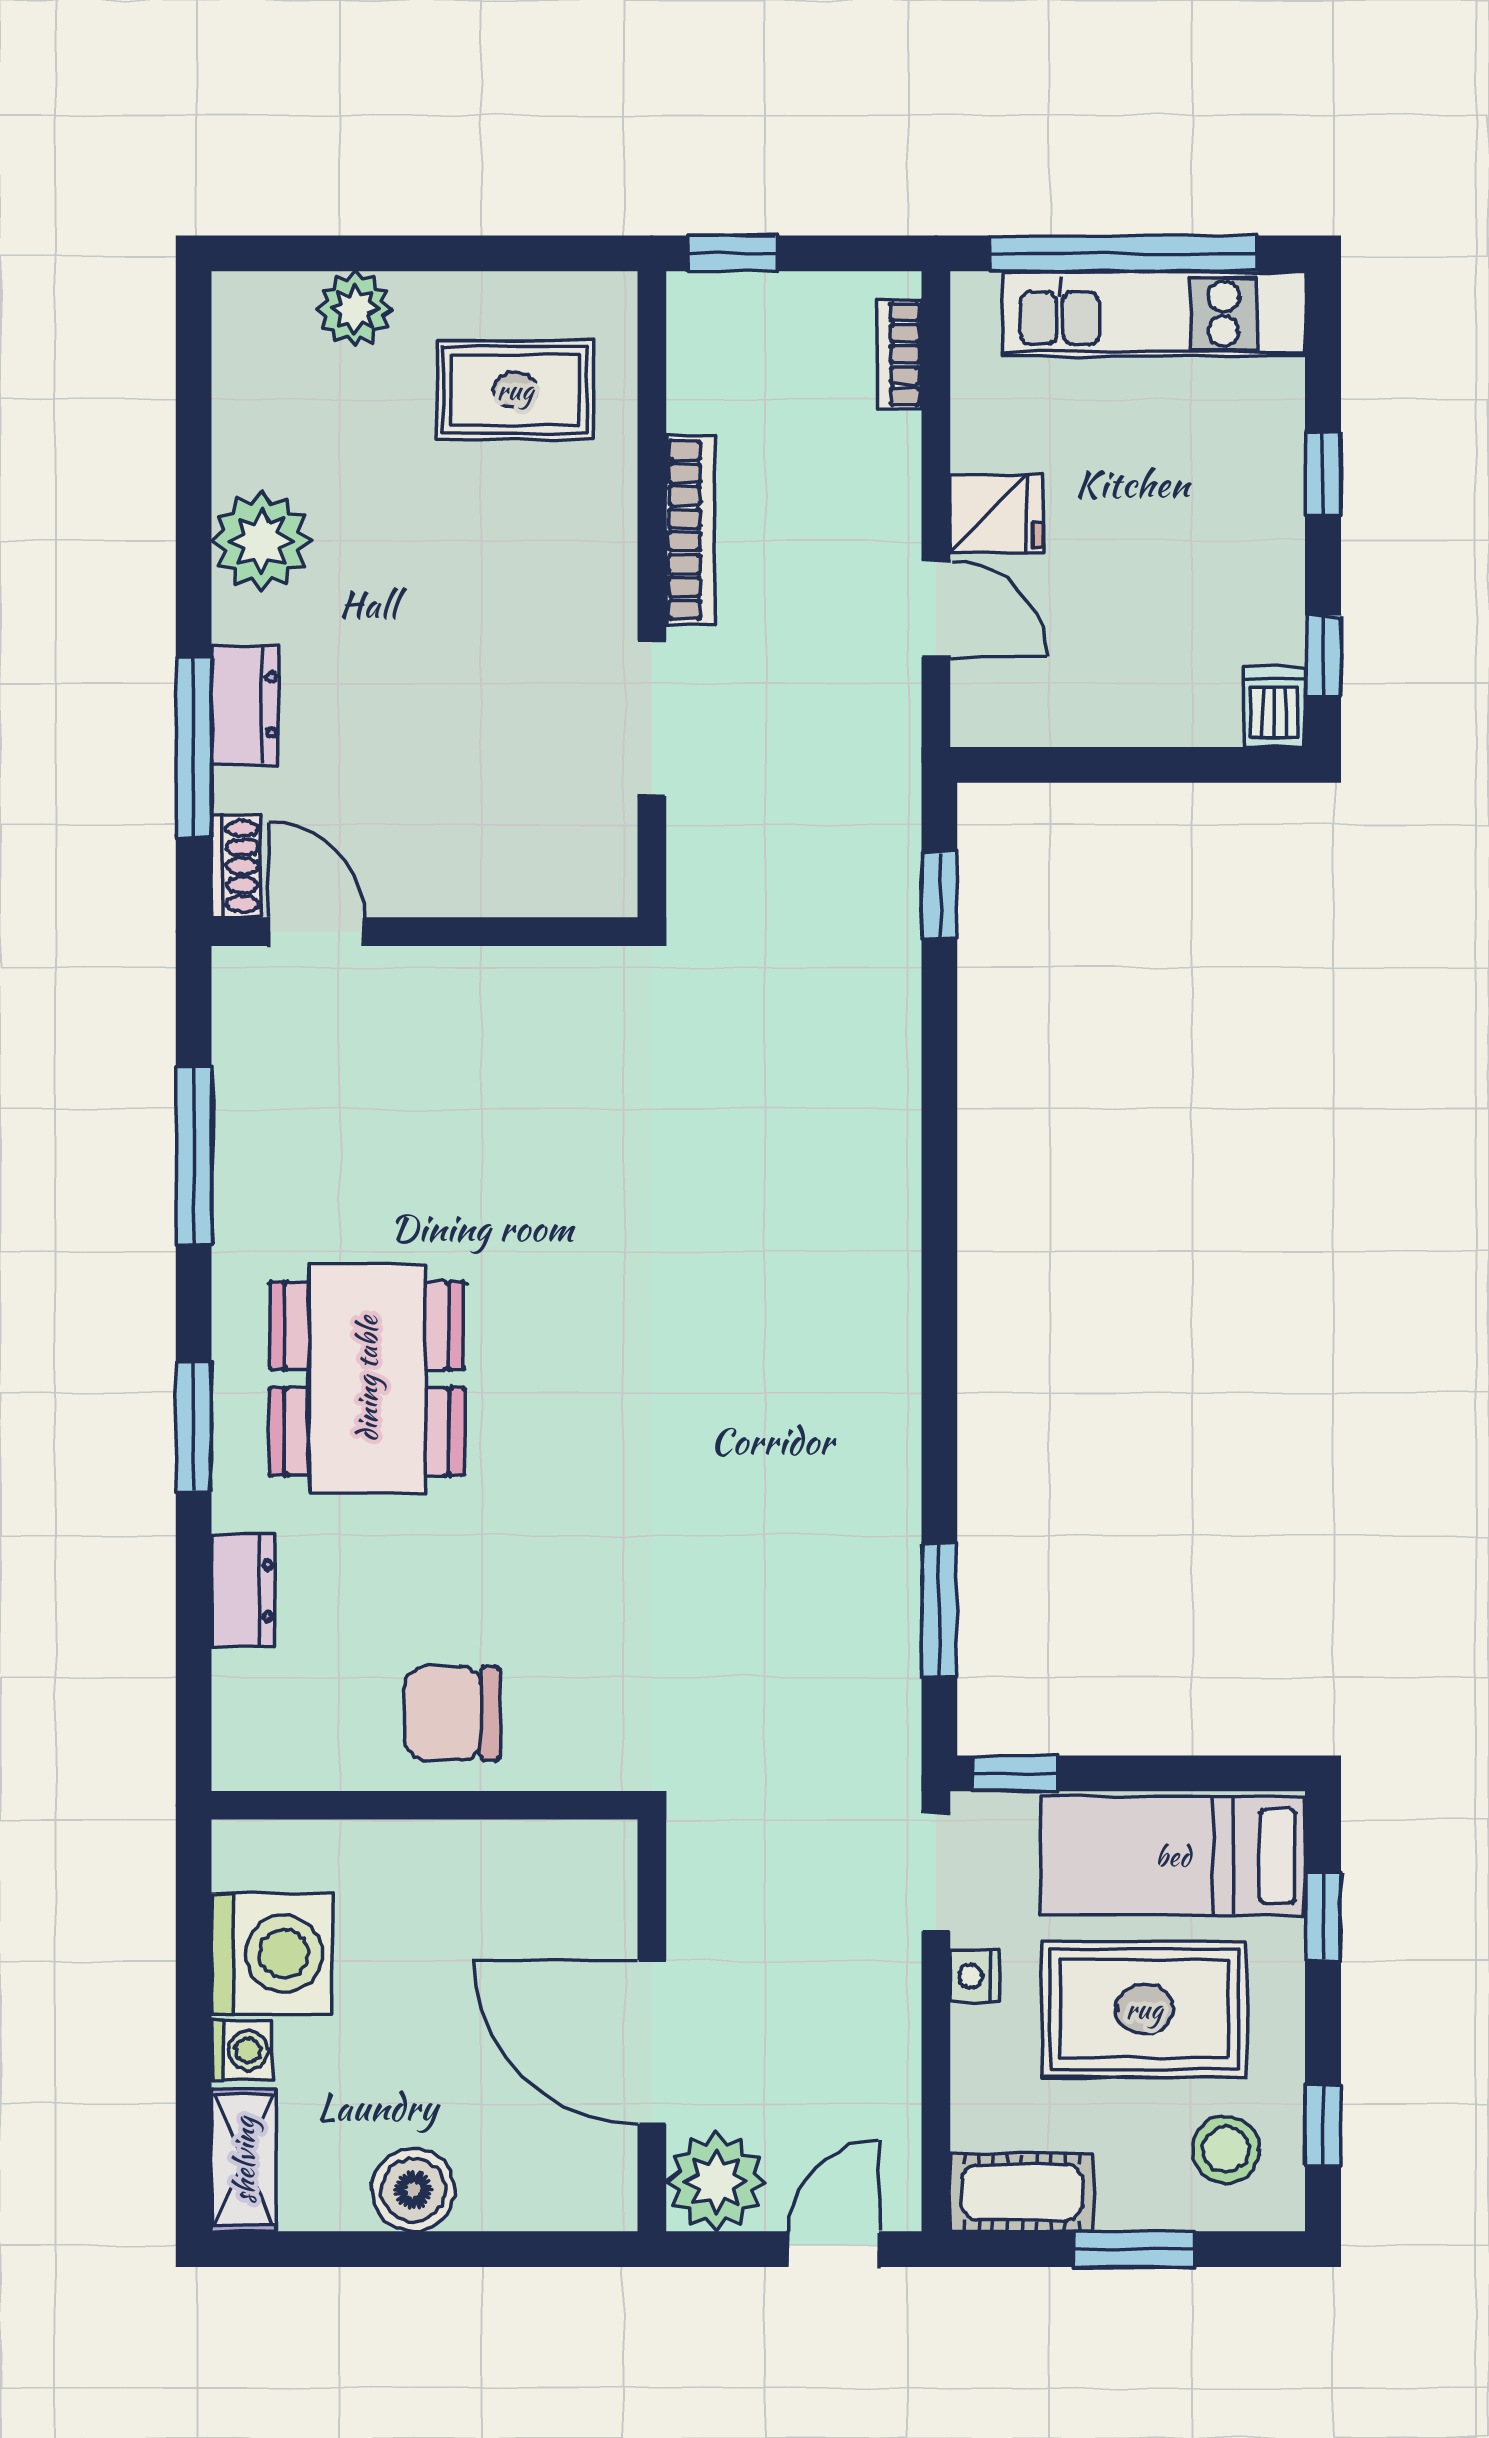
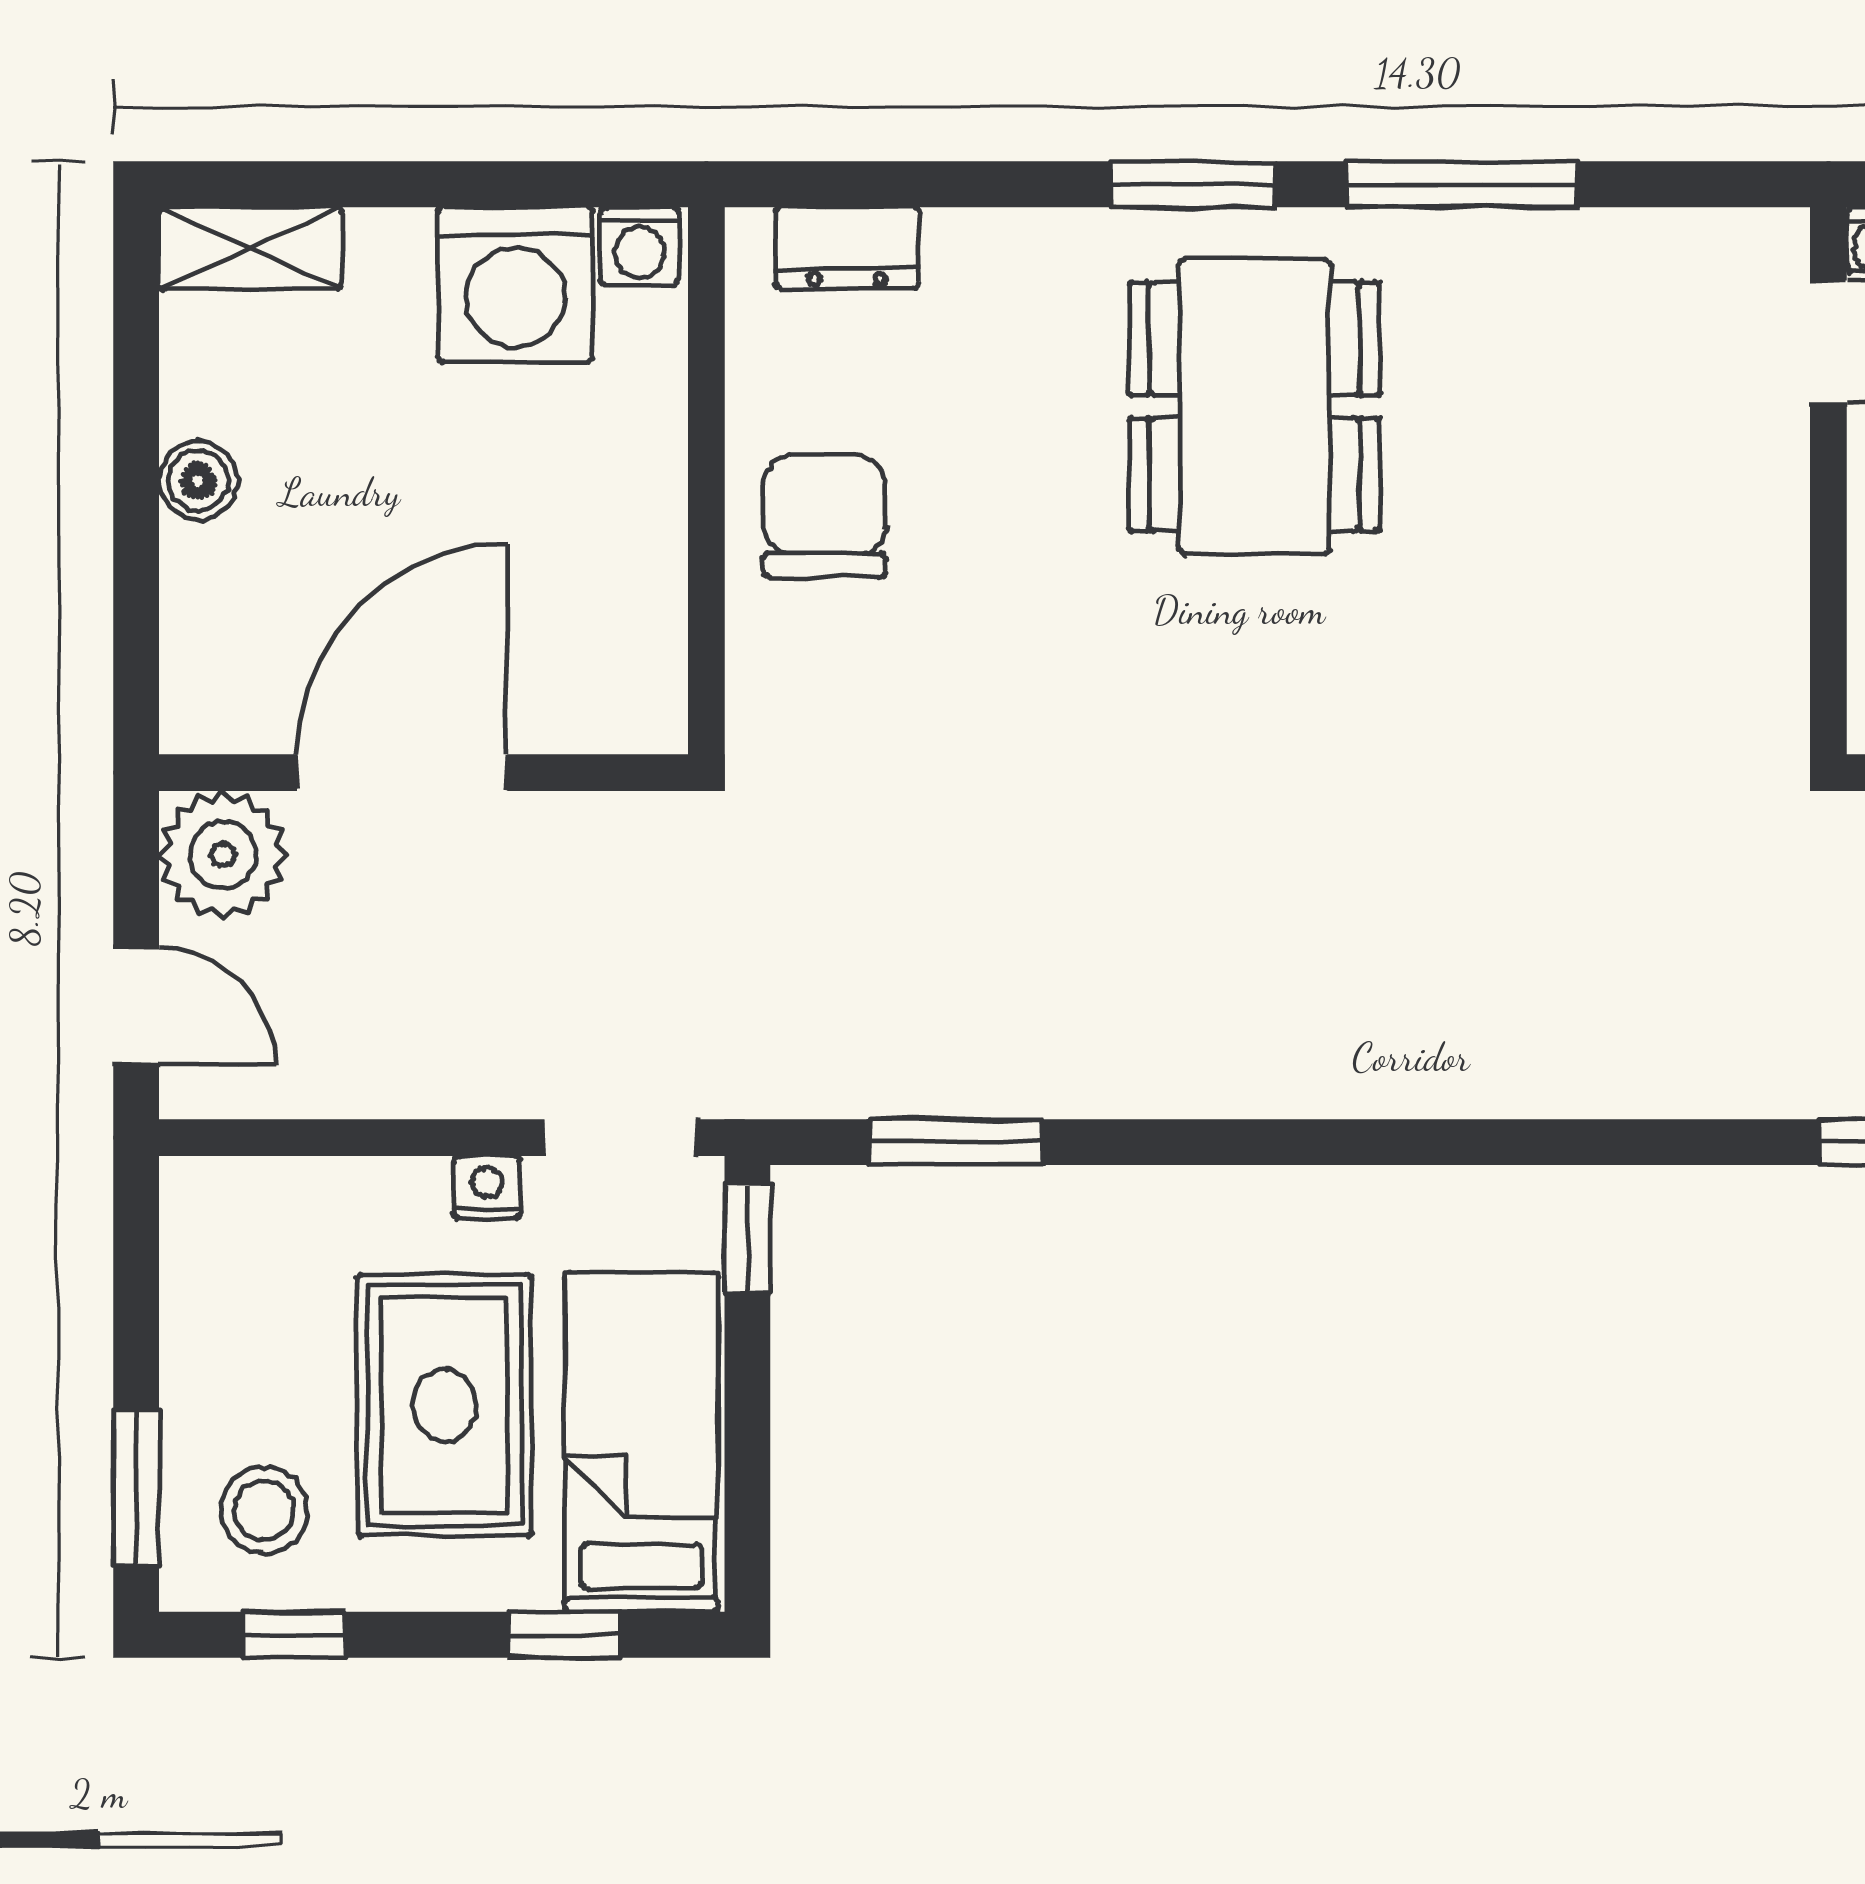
window: (194, 1155) -> (1462, 184), moved
dining table: (367, 1379) -> (1254, 407), turned 90
dresser: (243, 1590) -> (847, 247), moved
washing machine: (242, 2050) -> (640, 246), moved
boiler: (413, 2190) -> (198, 481), width x0.73, depth x0.73
cot: (1022, 2192) -> (209, 1248), removed
window: (1134, 2249) -> (136, 1488), moved

